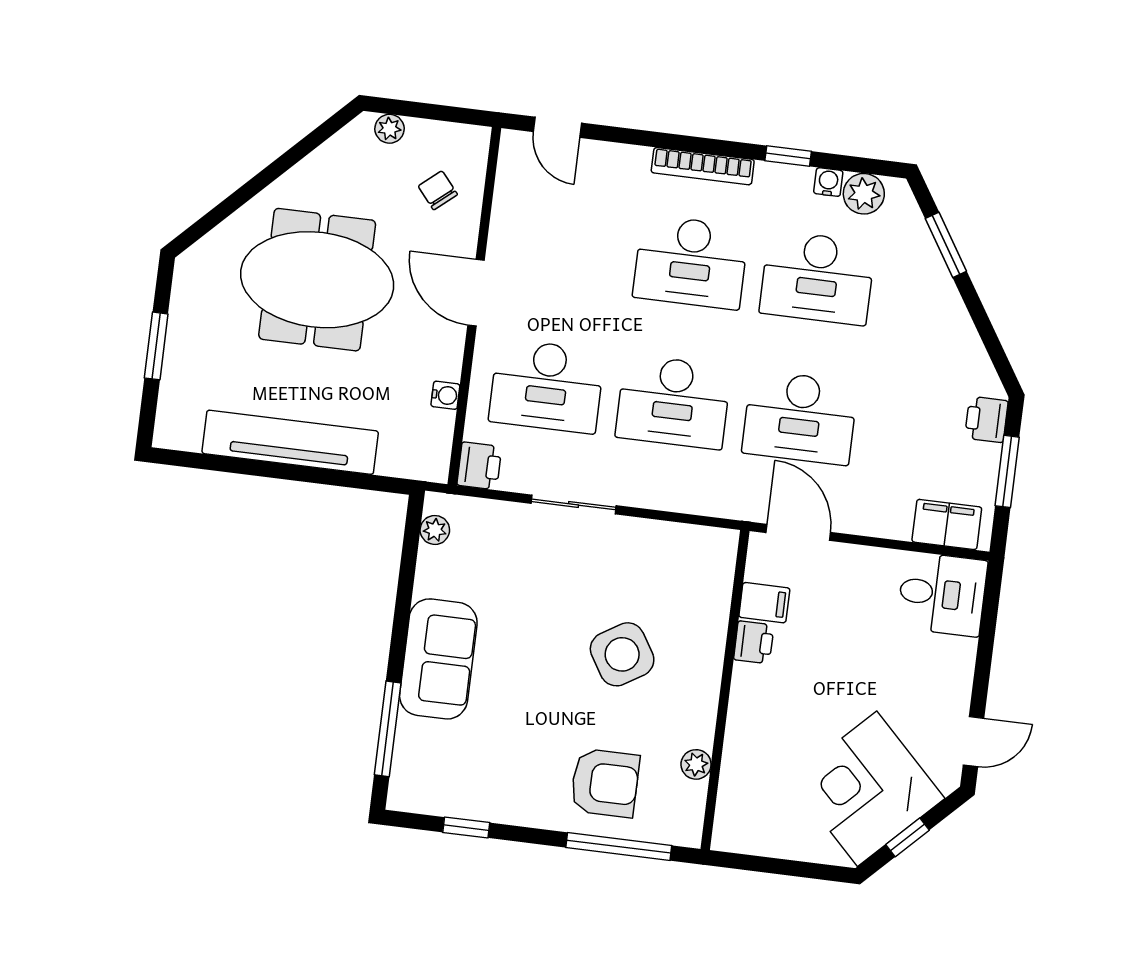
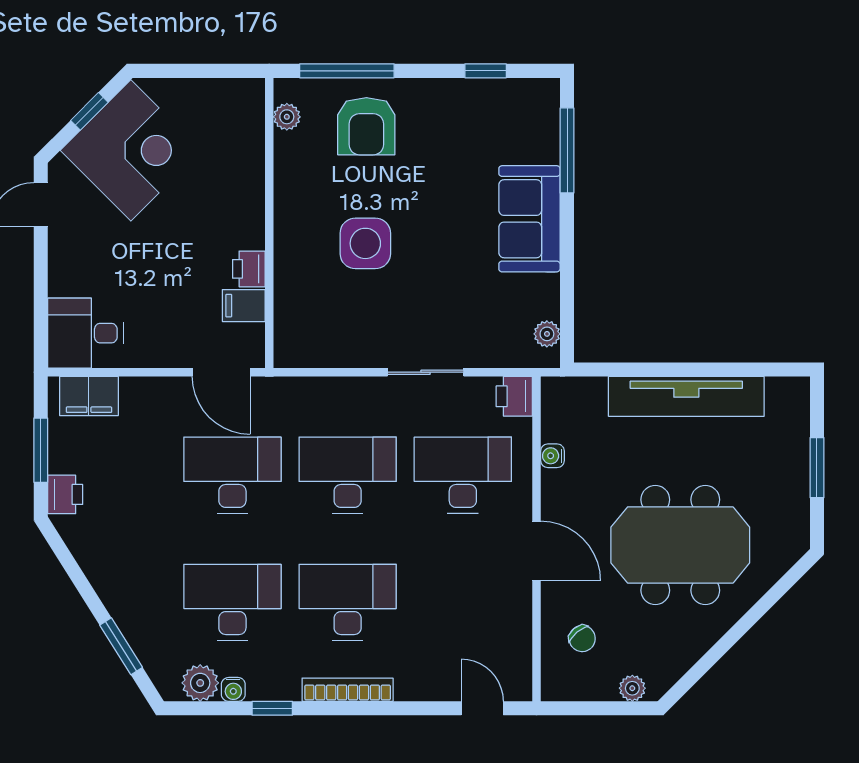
side table: (622, 654) -> (365, 243), turned 32
plant: (696, 764) -> (287, 117), moved
armchair: (605, 783) -> (366, 126), turned -90

